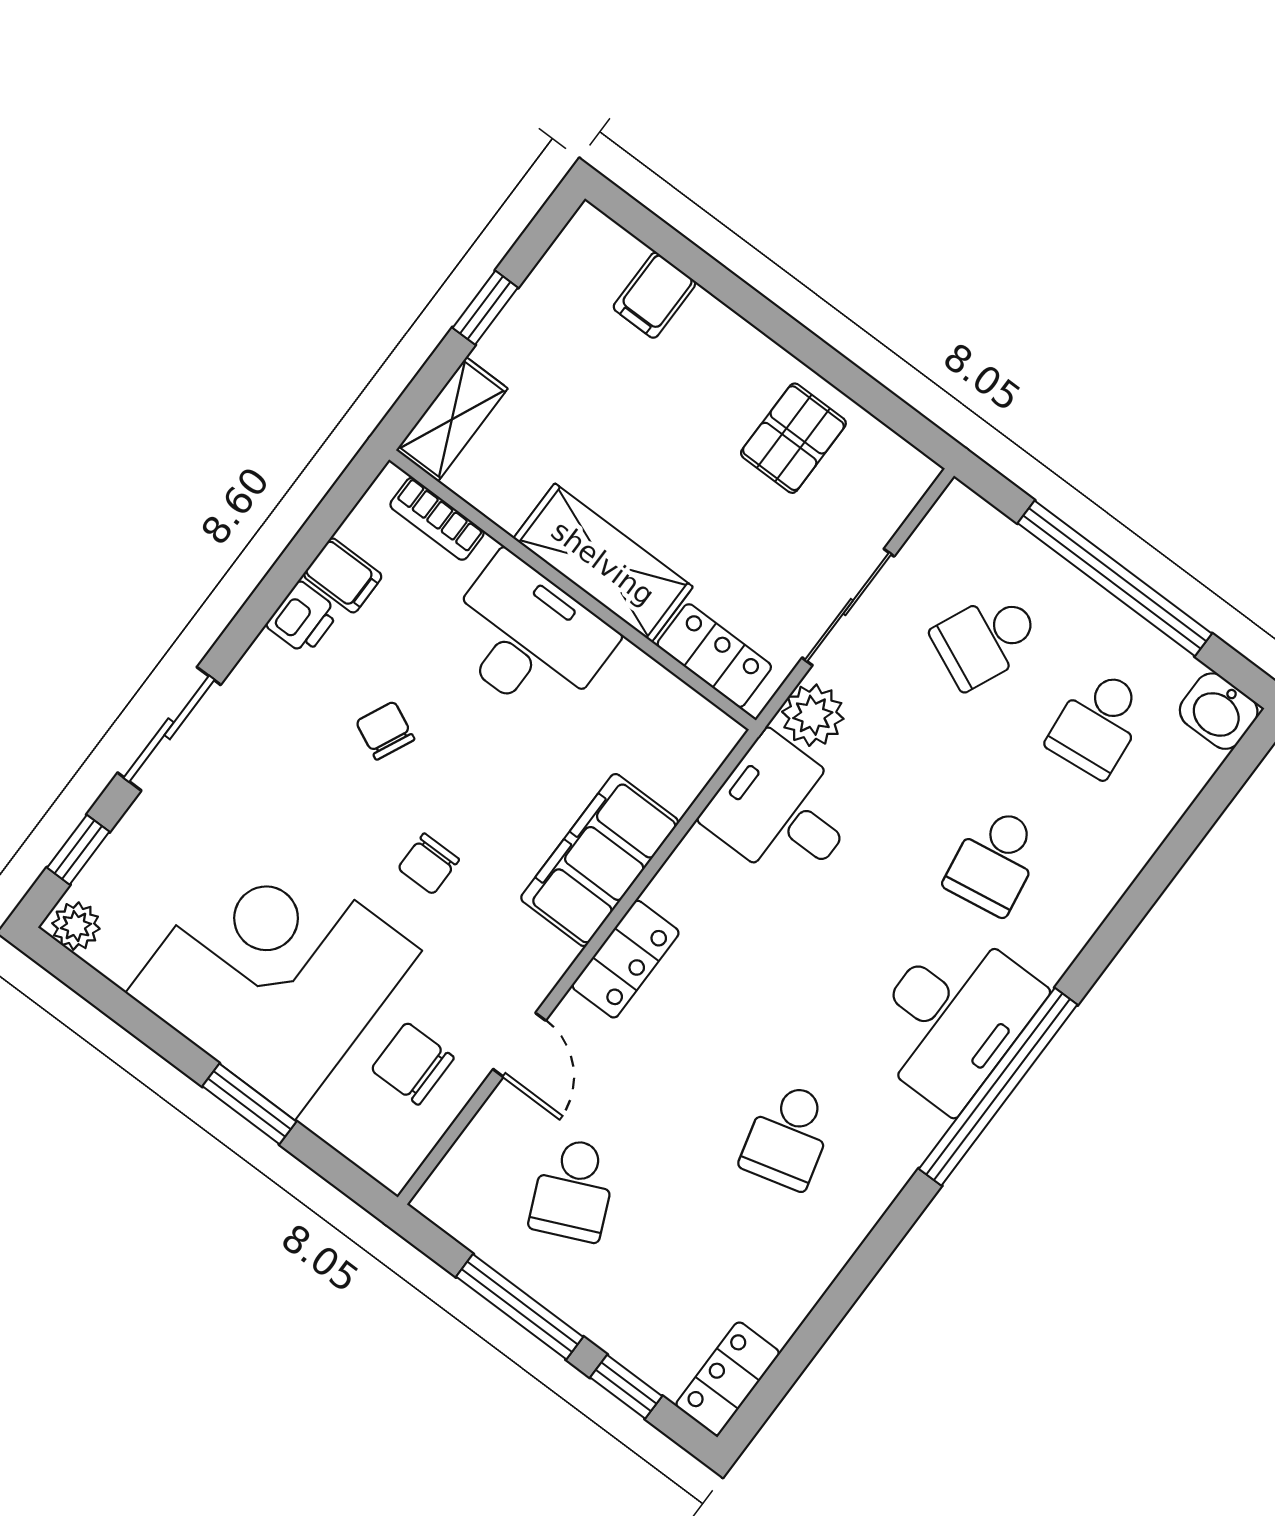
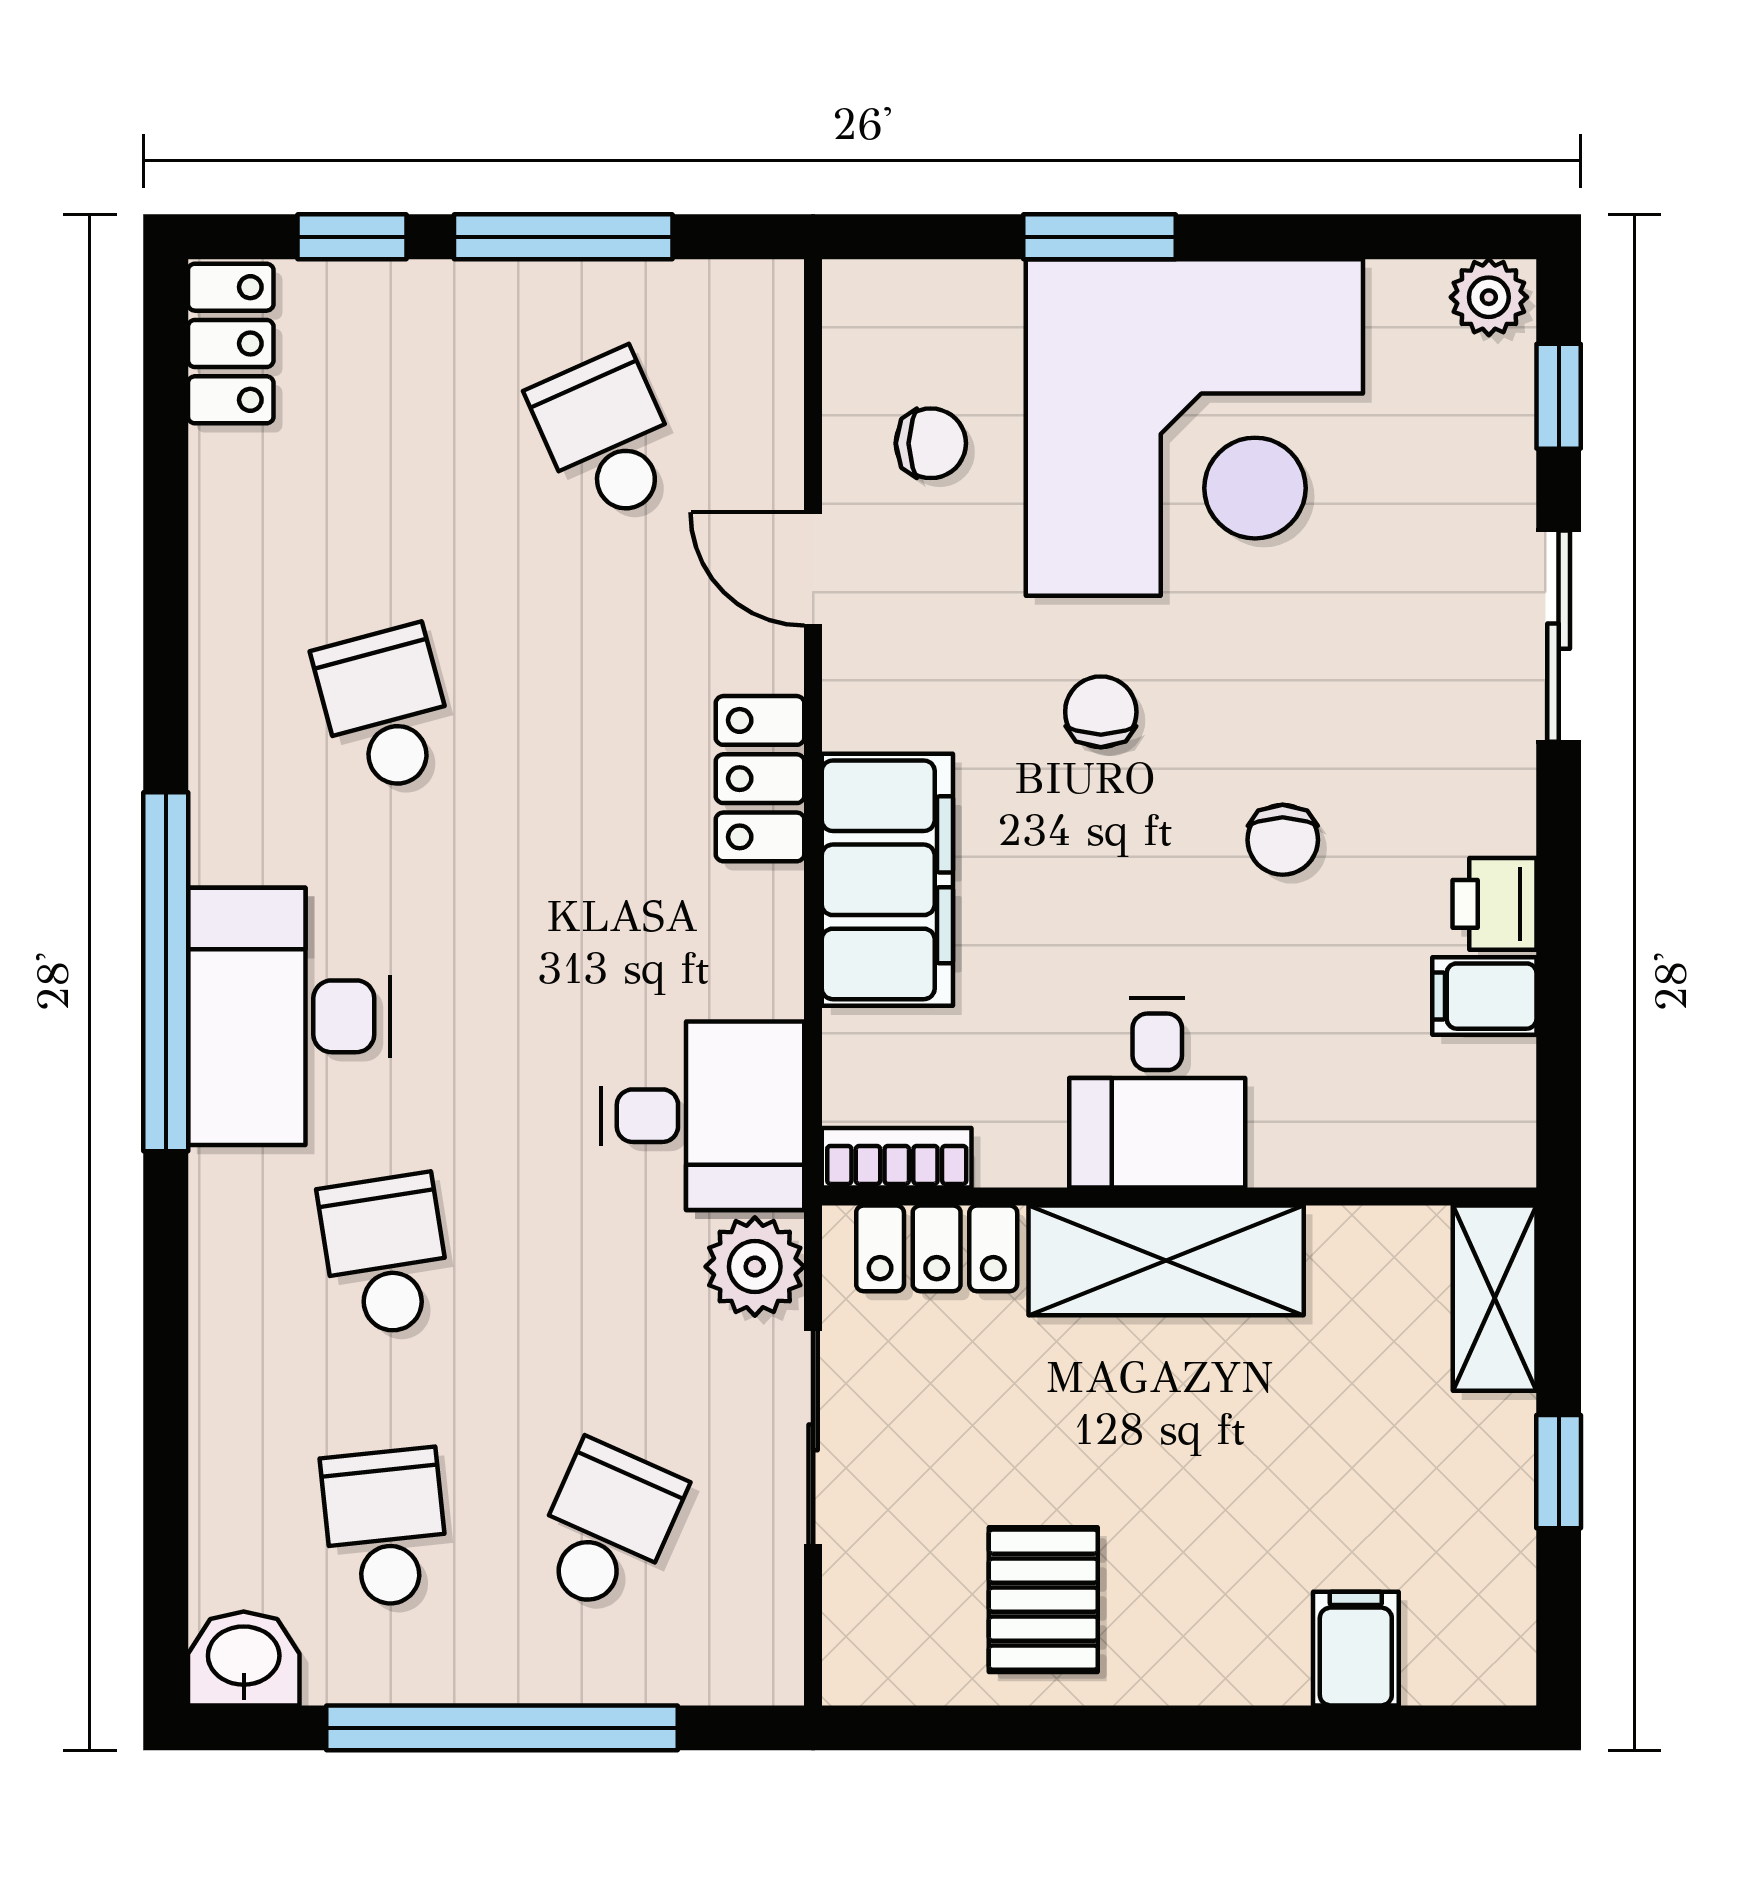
bookcase: (437, 519) -> (897, 1158), moved
desk: (528, 638) -> (1157, 1093), width x0.73
chair: (385, 731) -> (1283, 840), turned 65
chair: (413, 1064) -> (931, 443), width x0.73, depth x0.73

